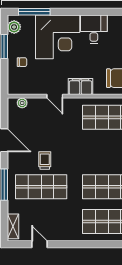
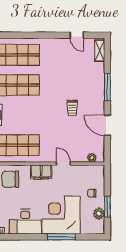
window: (34, 12) -> (61, 237), moved
plant: (14, 27) -> (99, 214), moved
desk: (94, 29) -> (25, 222), width x1.37
shop shelf: (41, 187) -> (75, 85), removed

